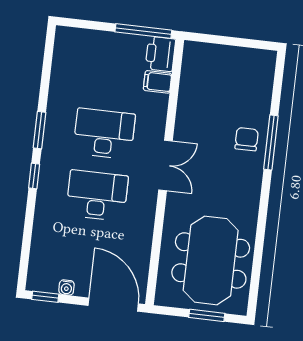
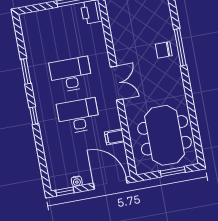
filing cabinet: (158, 82) -> (114, 137), moved
window: (39, 130) -> (26, 71), moved
chair: (247, 139) -> (164, 50), turned -90

